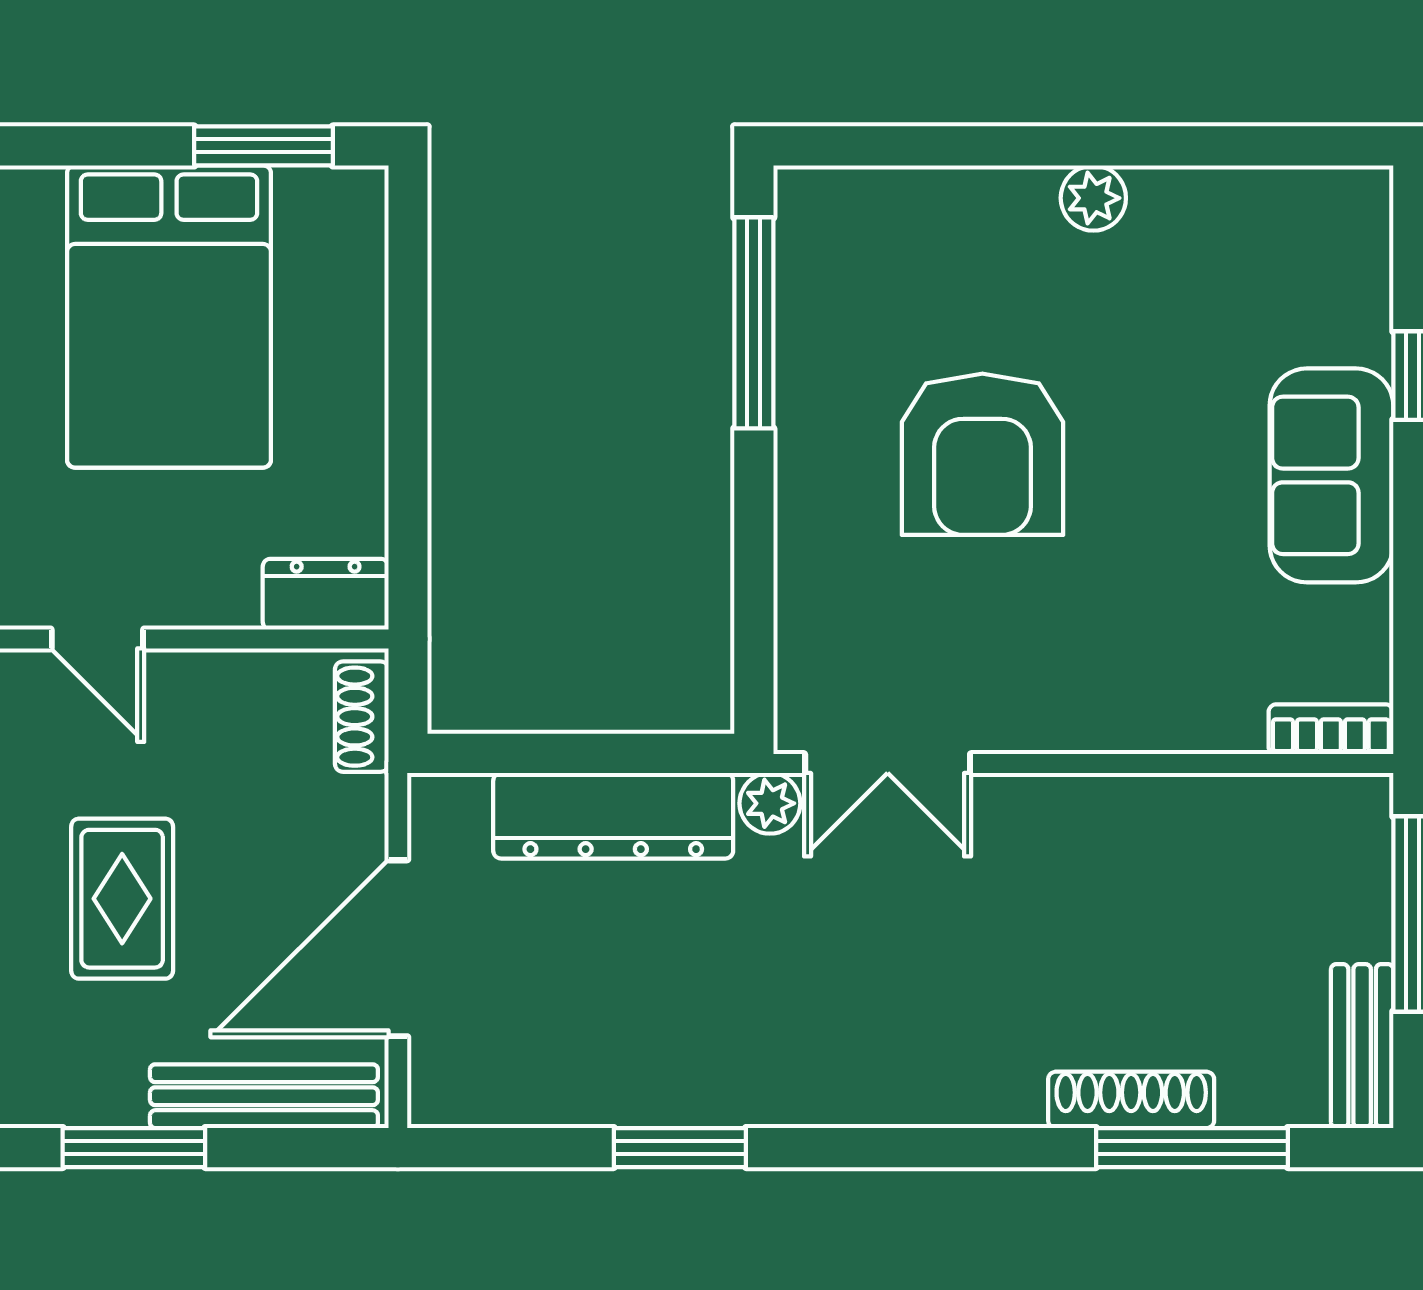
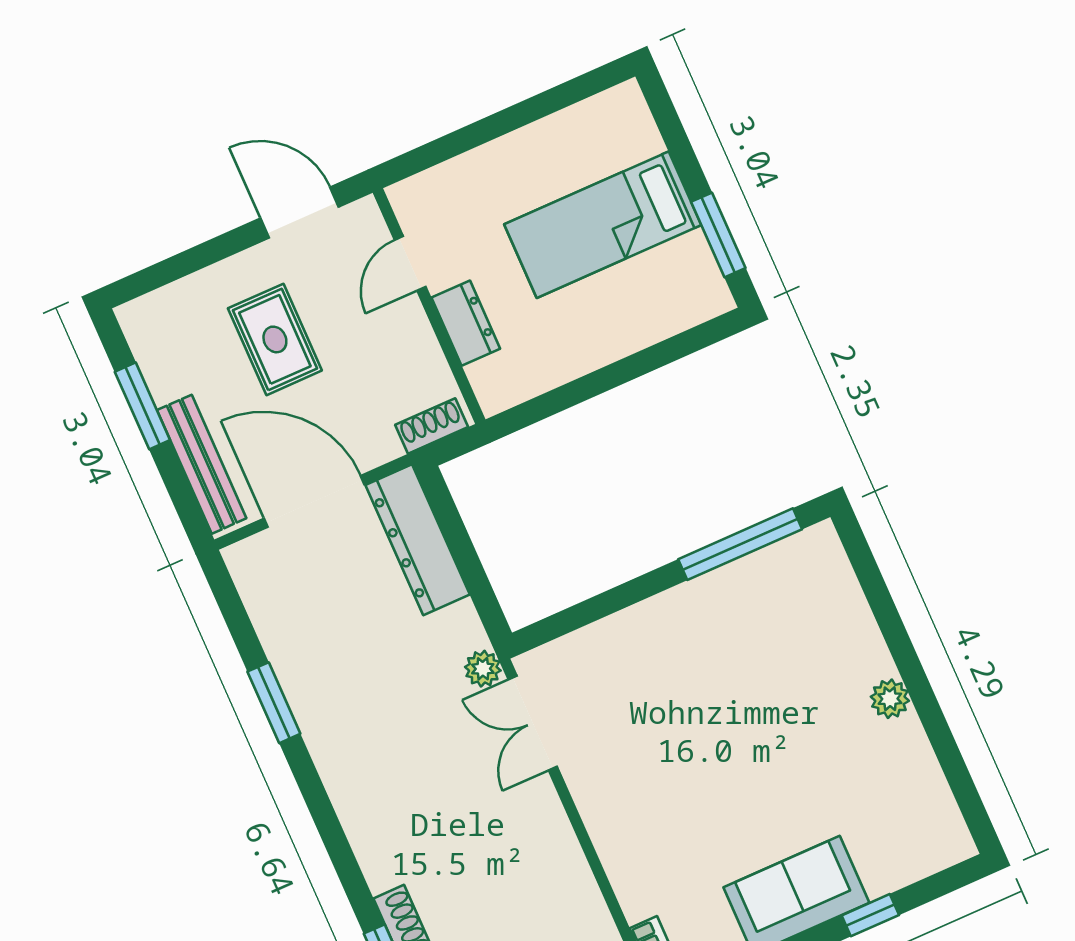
bed: (169, 316) -> (603, 225), width x0.67
armchair: (982, 454) -> (724, 700), removed
dresser: (326, 594) -> (466, 323), moved
dresser: (613, 816) -> (418, 540), moved
rug: (122, 899) -> (275, 339), turned 90

